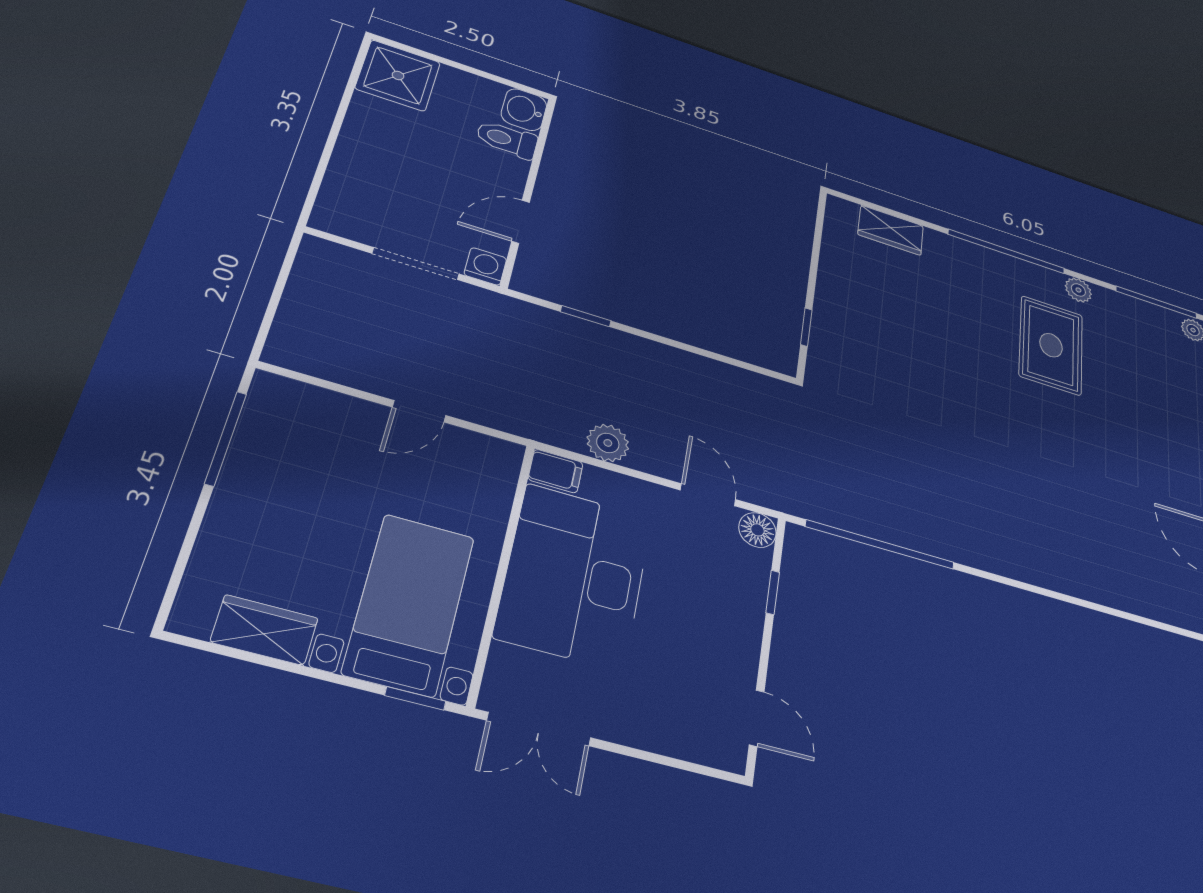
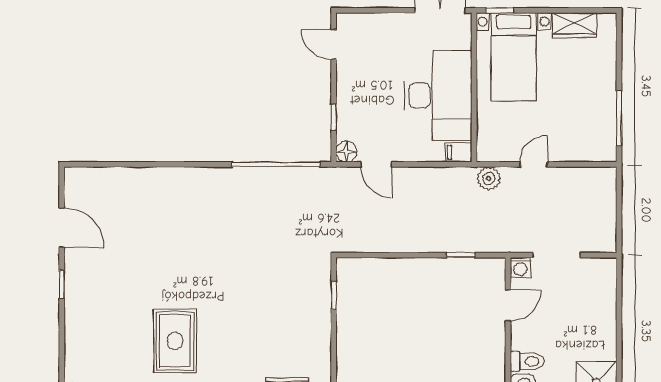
plant: (608, 443) -> (489, 178), moved

